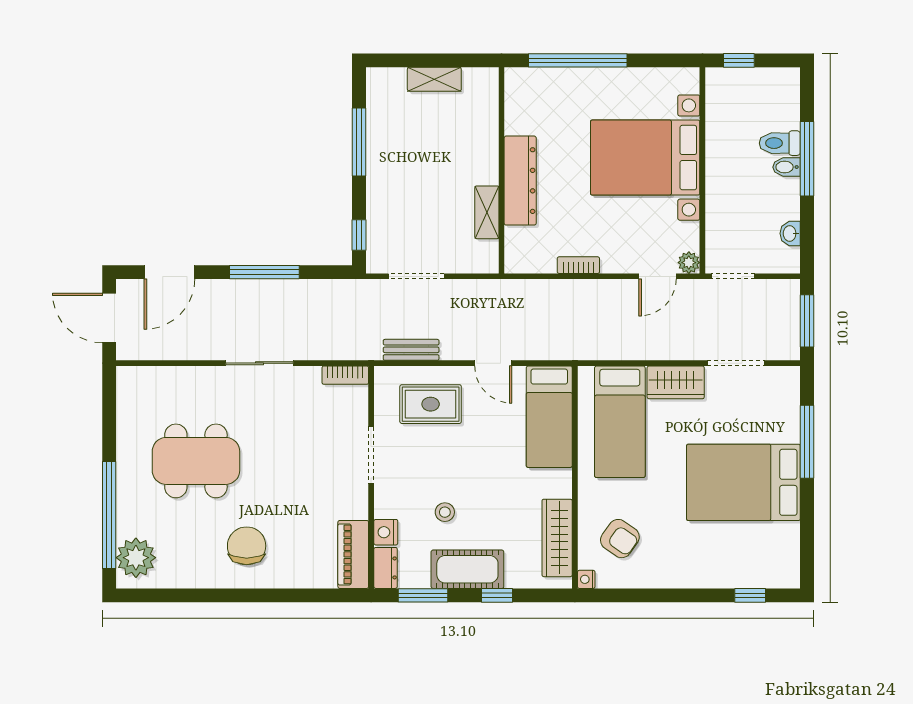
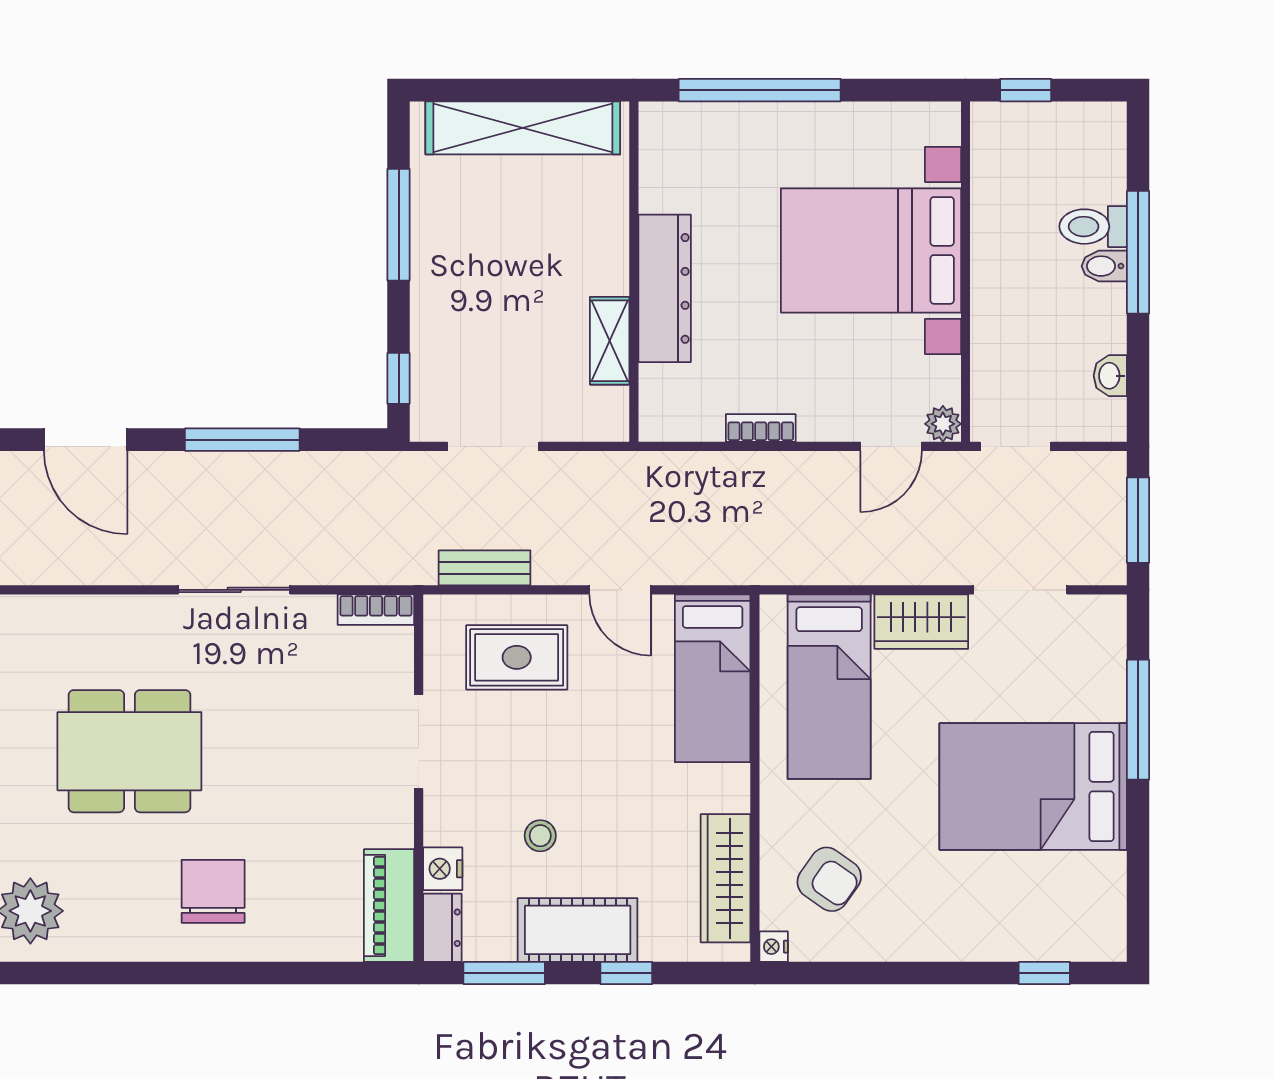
shelving: (434, 79) -> (523, 128), width x2.20, depth x1.33
door: (169, 272) -> (86, 440), hinge flipped

